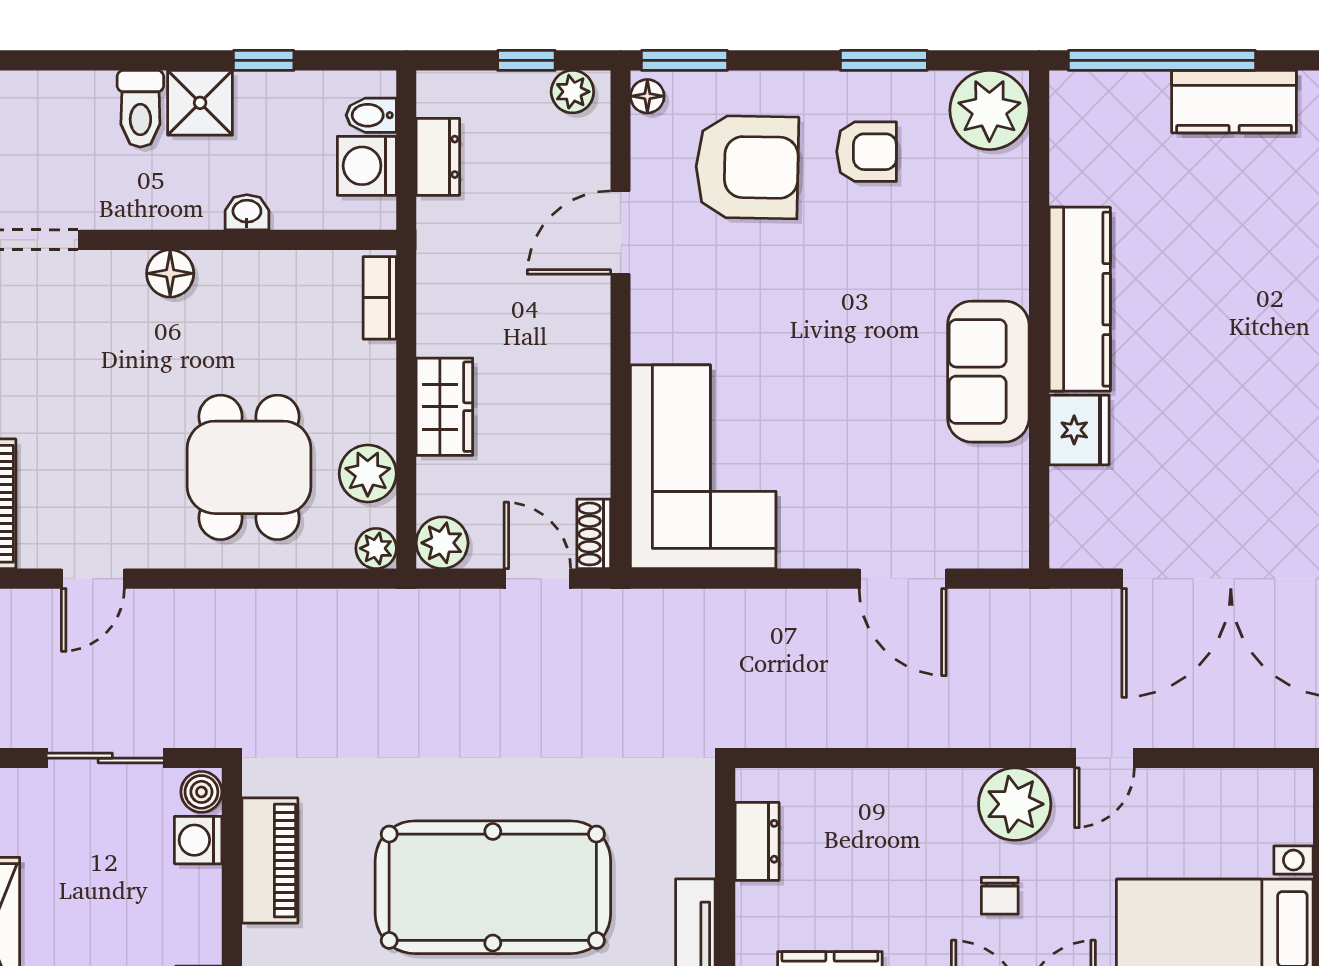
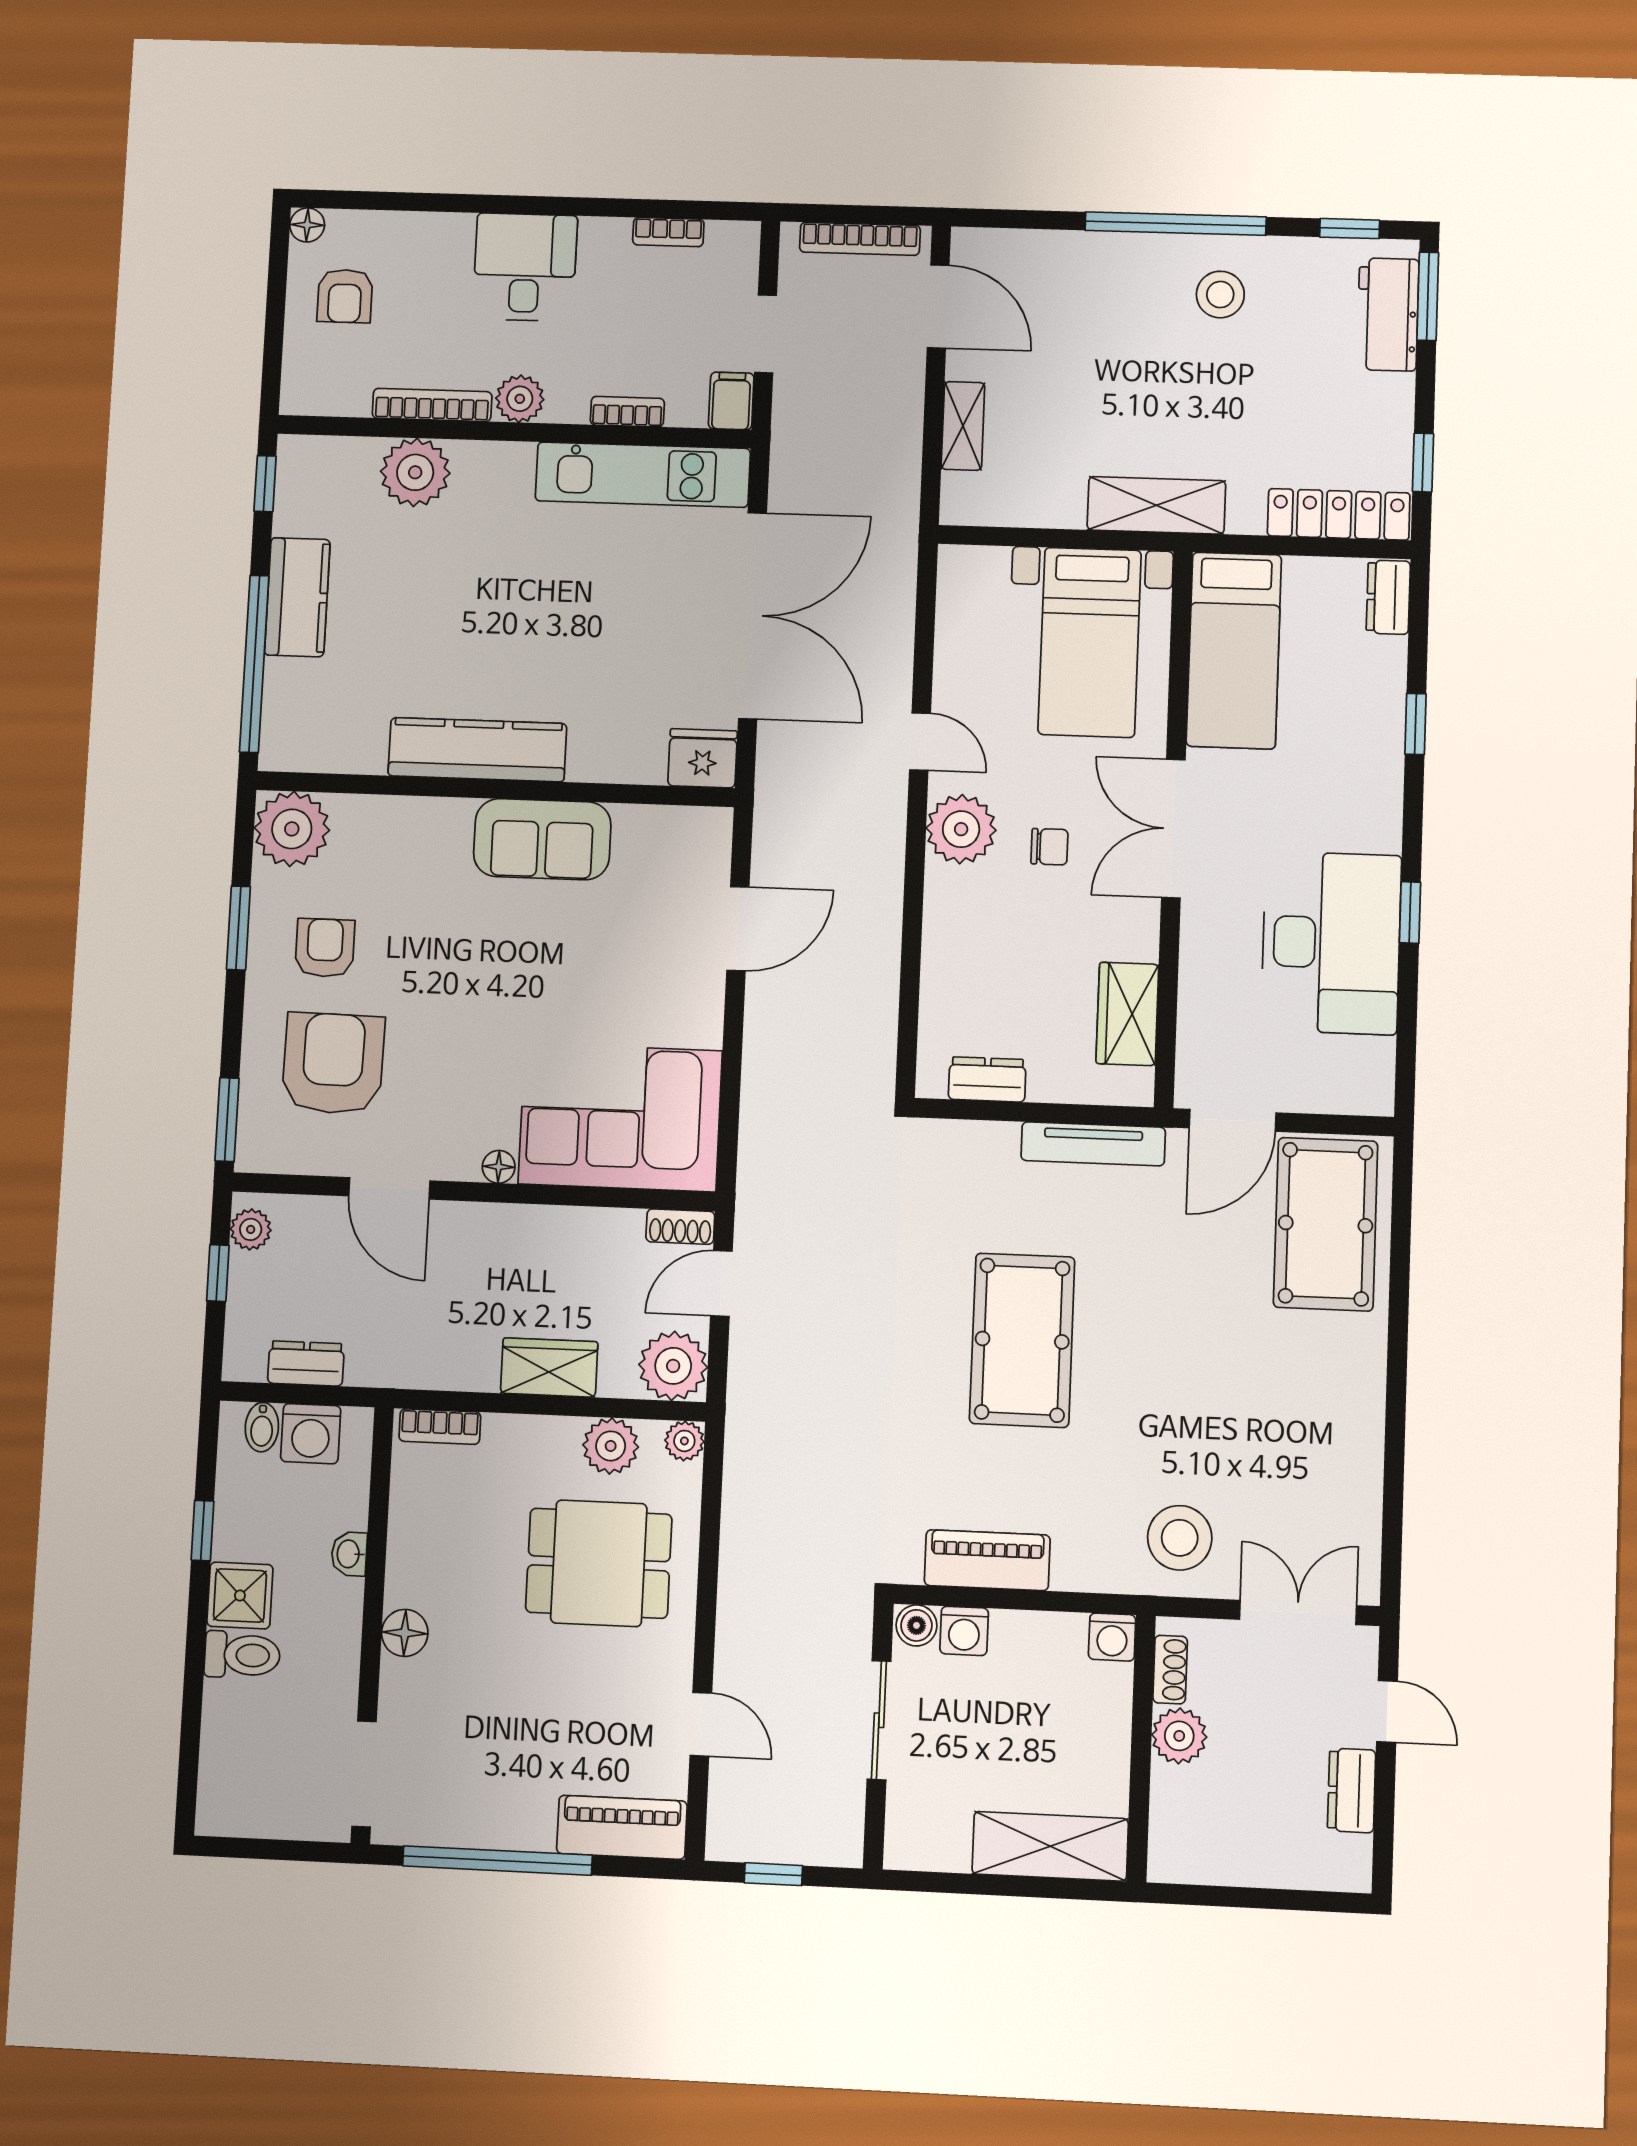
floor lamp: (647, 96) -> (499, 1167), moved
fridge: (1079, 430) -> (703, 758), moved
plant: (442, 543) -> (673, 1366), width x1.36, depth x1.36
pool table: (493, 887) -> (1022, 1340), width x0.73, depth x0.76

